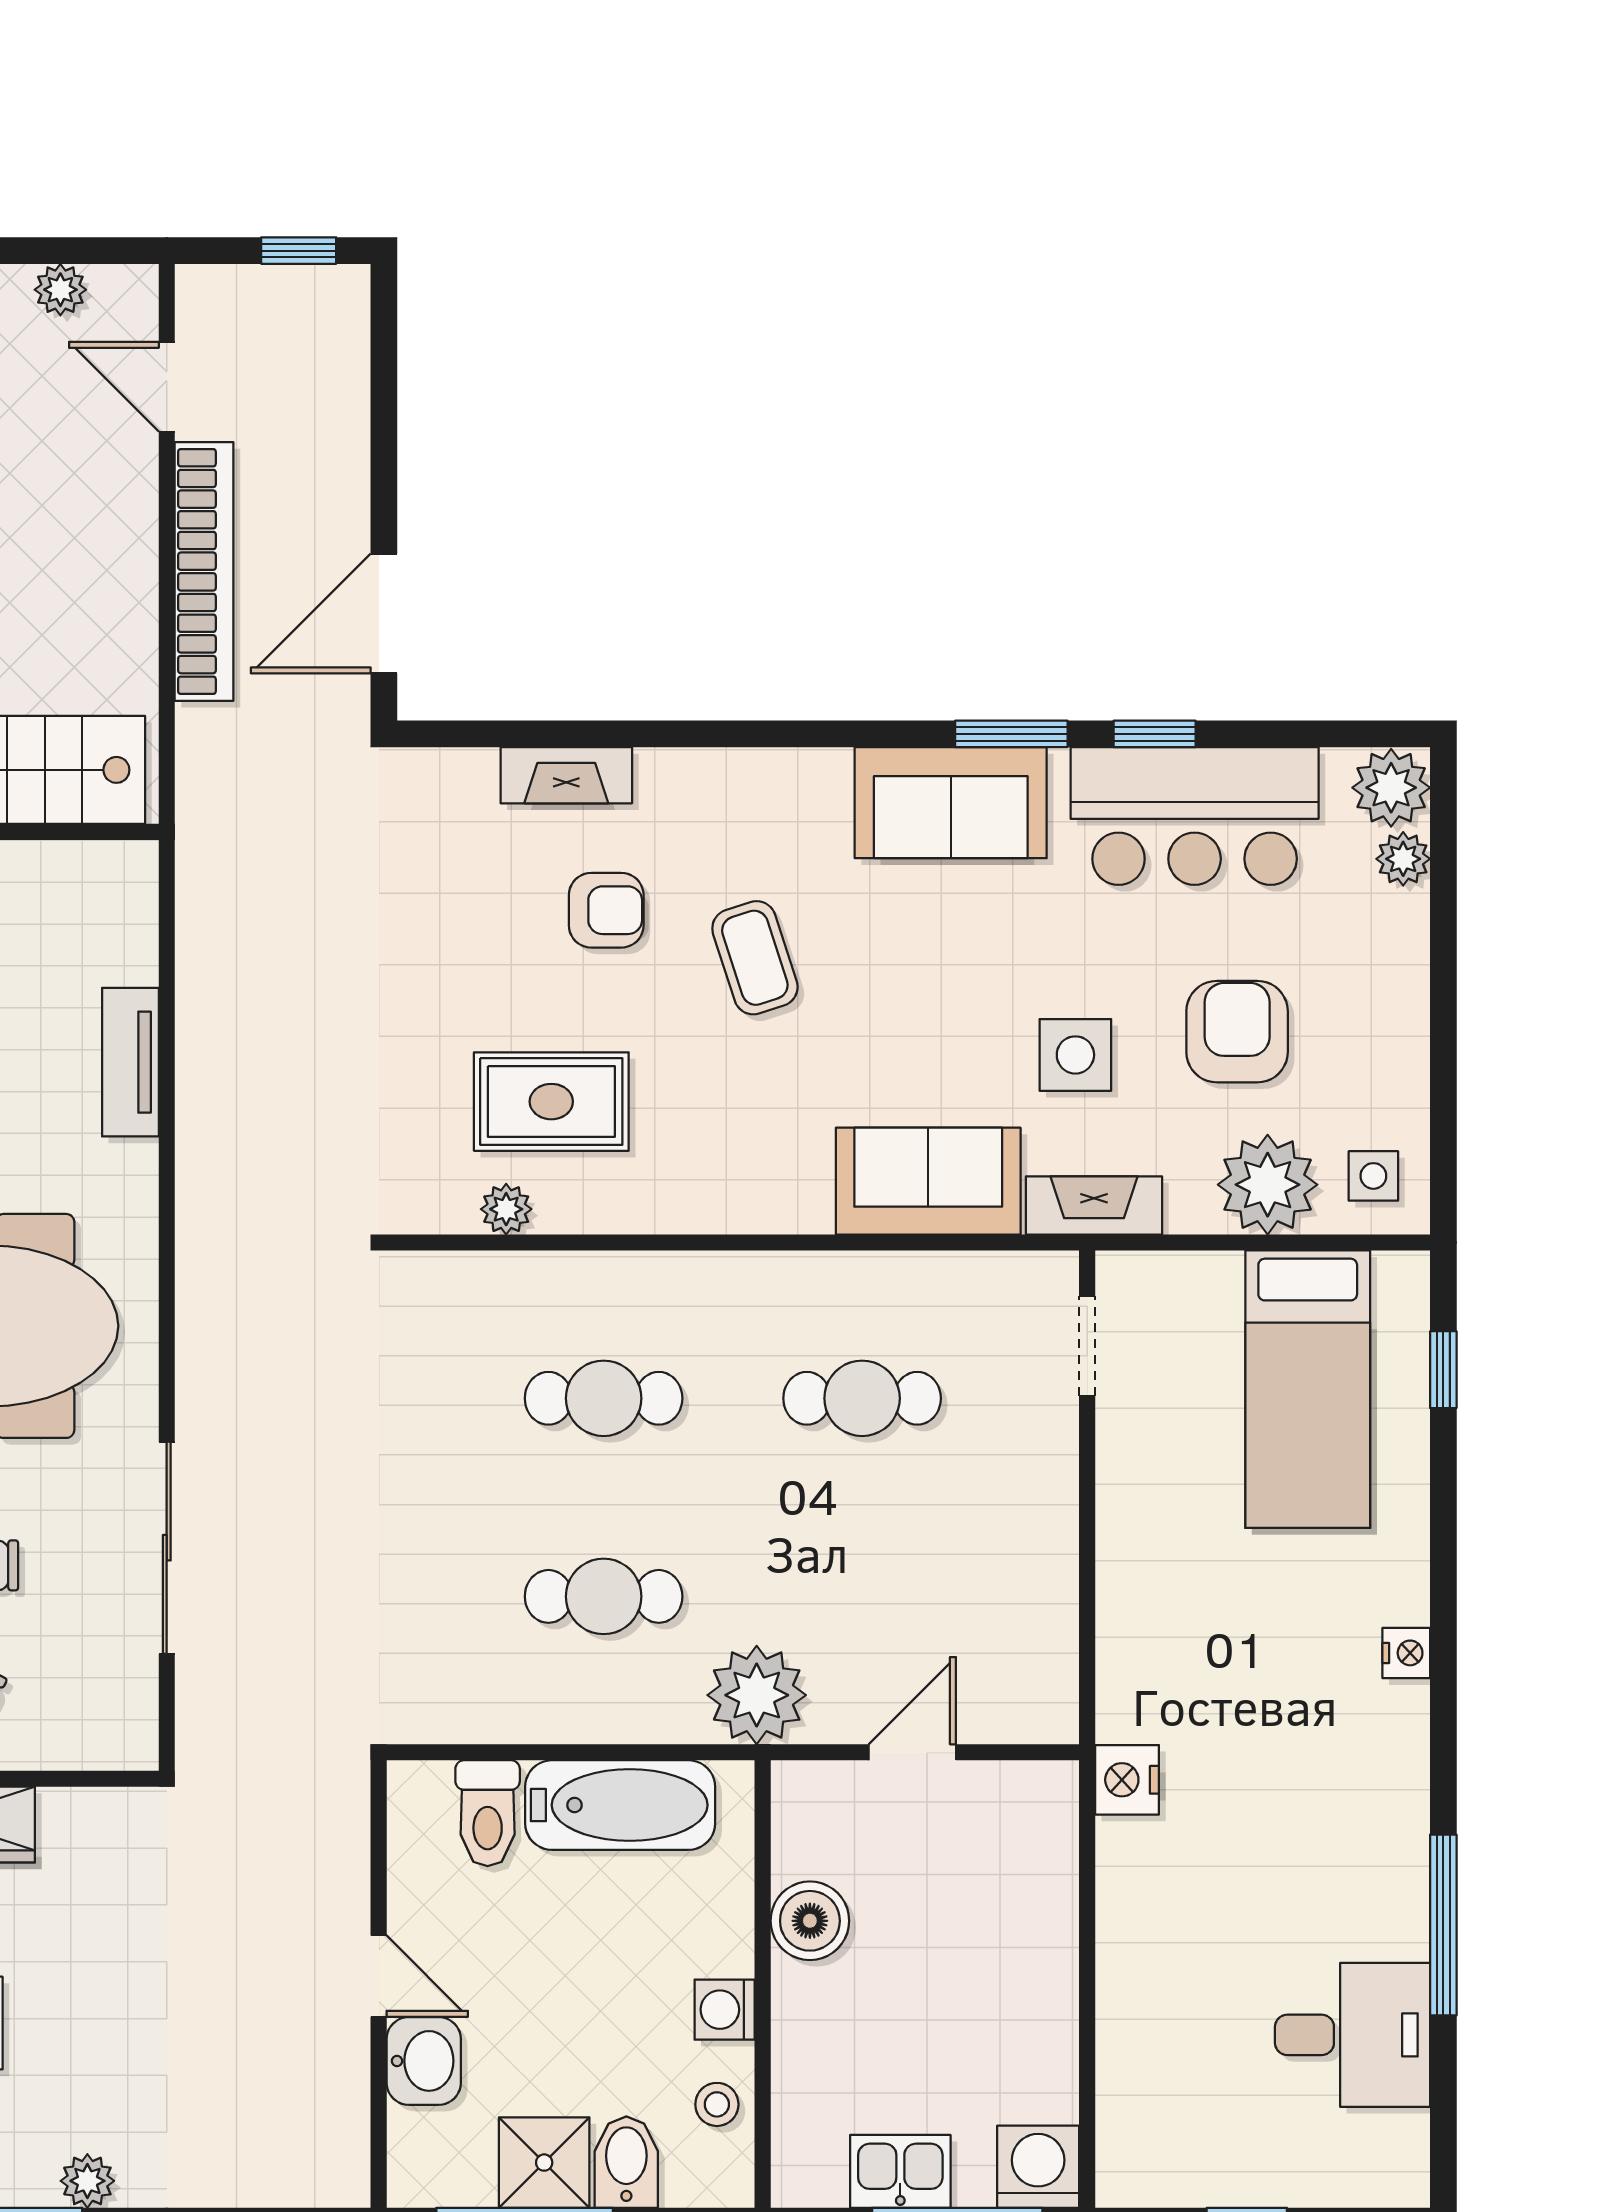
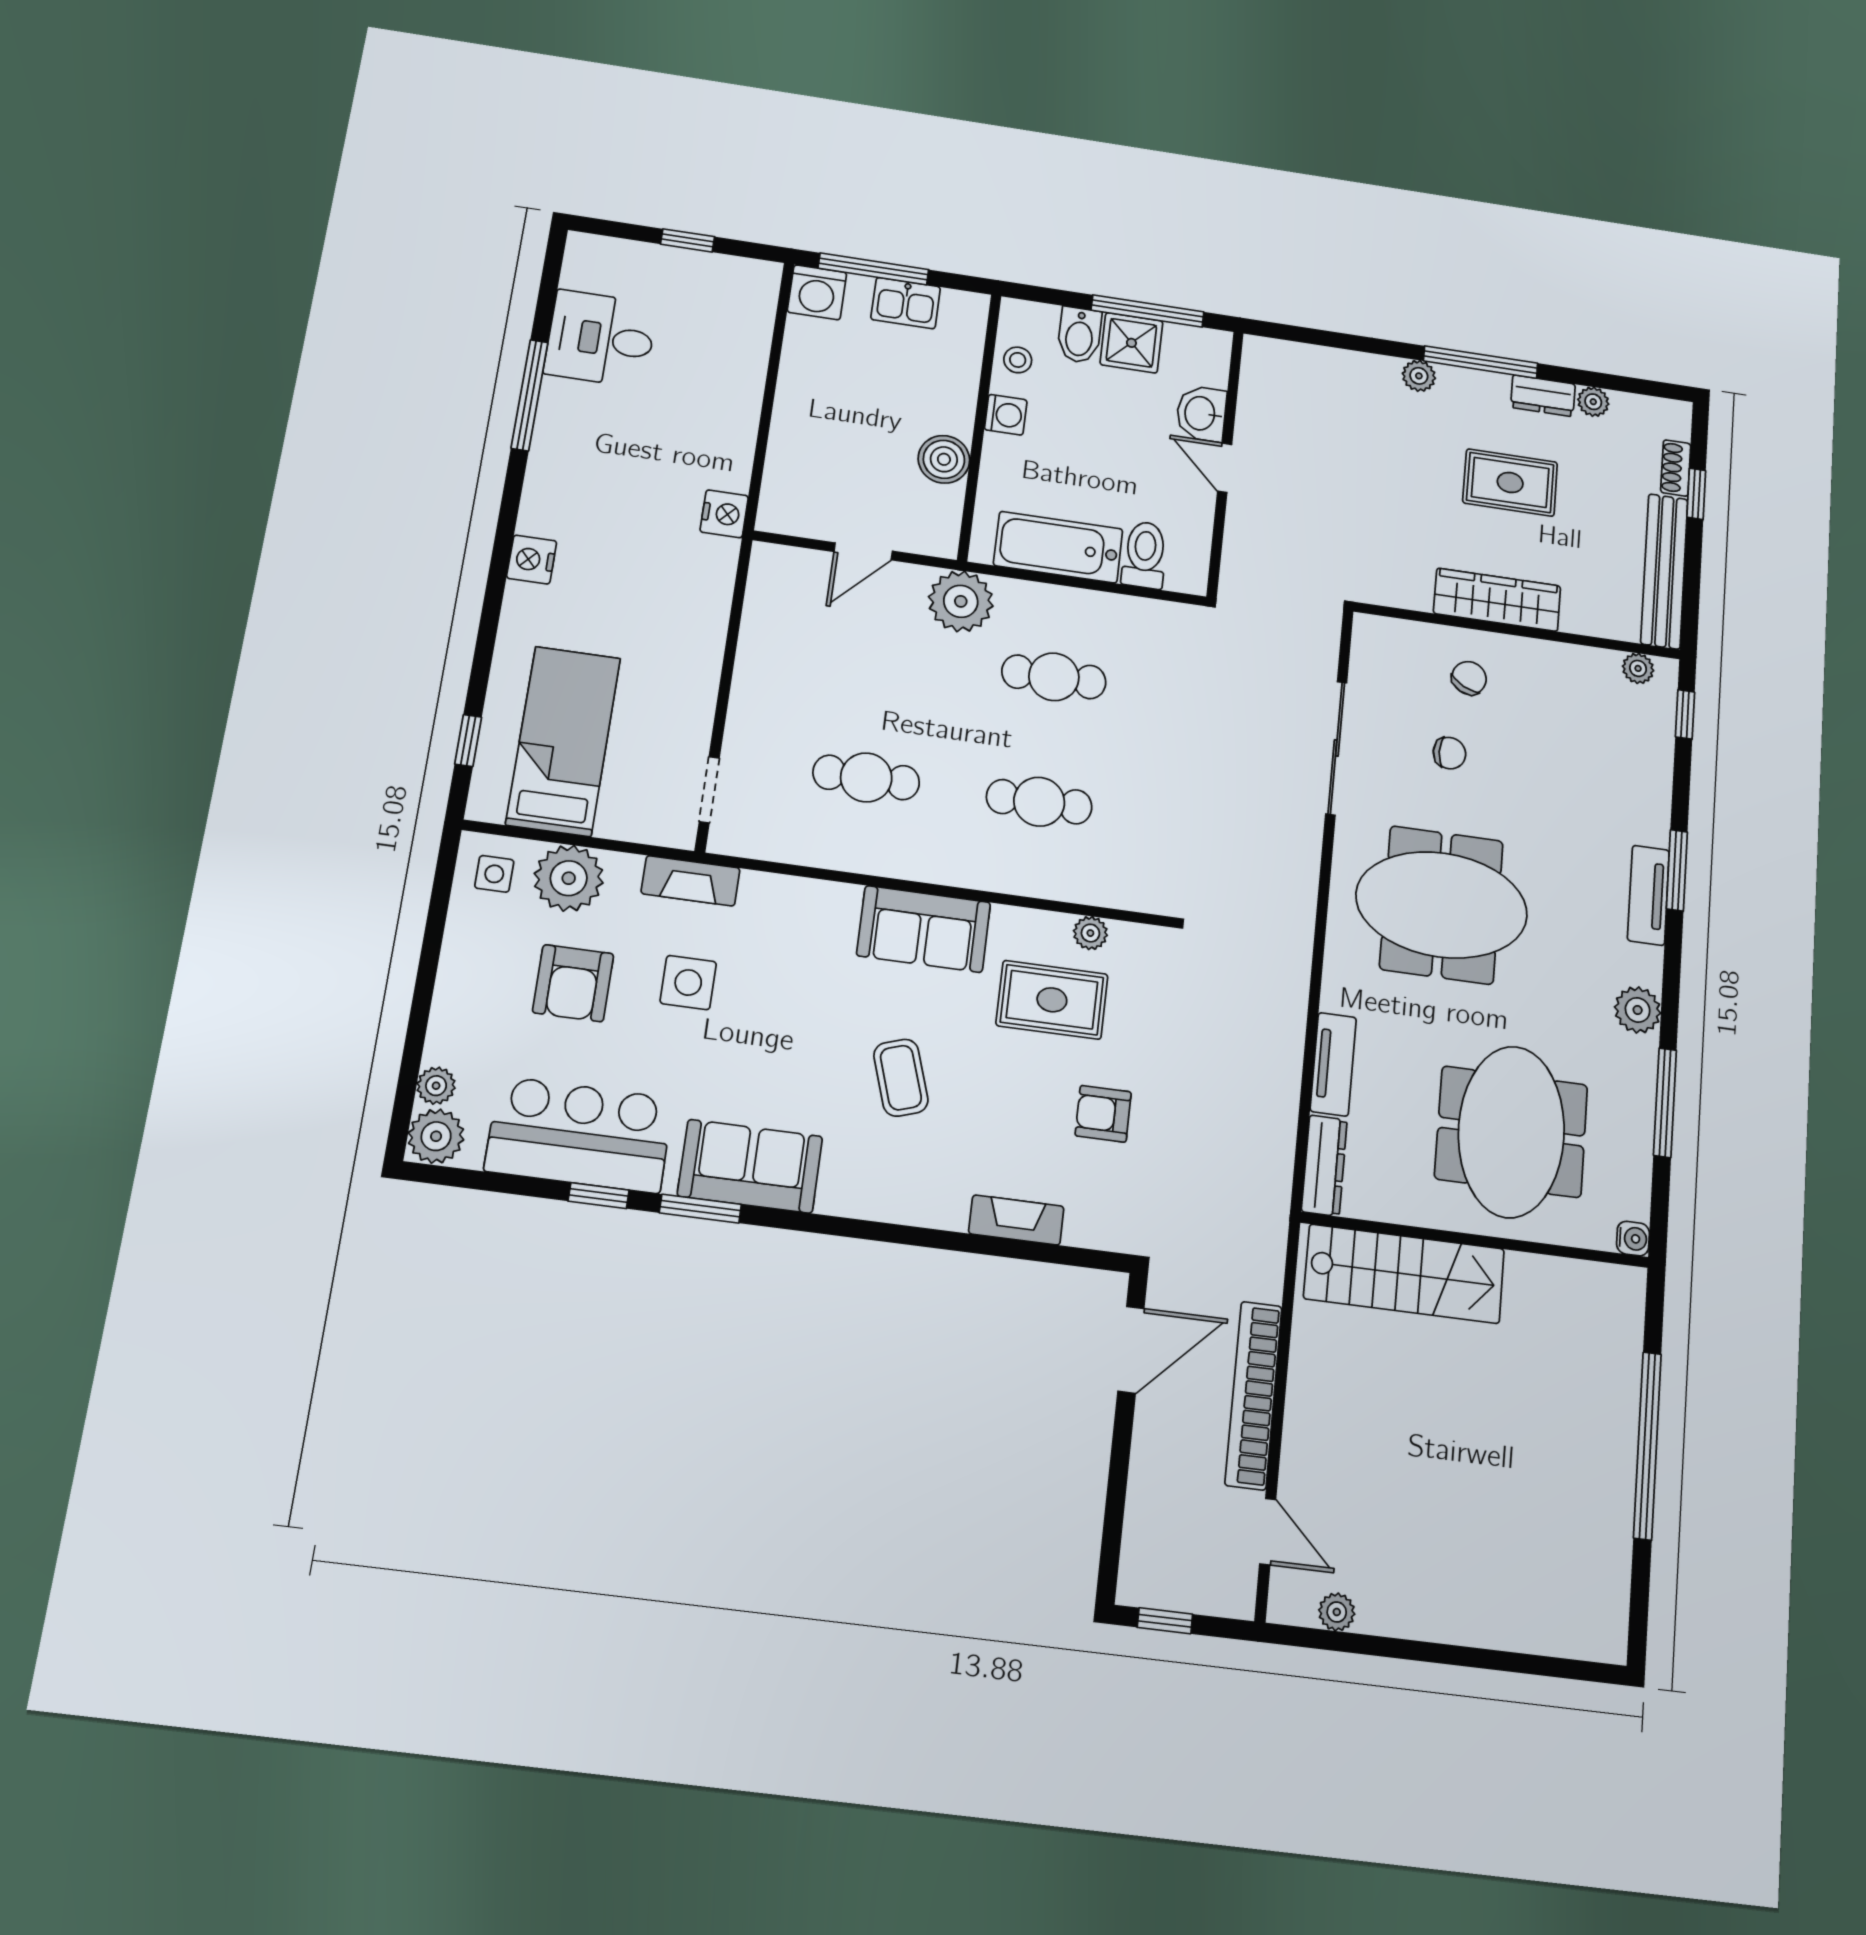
armchair: (606, 910) -> (1103, 1114), moved
dresser: (131, 911) -> (1324, 1166), added
sofa: (928, 1181) -> (924, 929), moved
nightstand: (1406, 1653) -> (532, 560), width x1.39, depth x1.35

